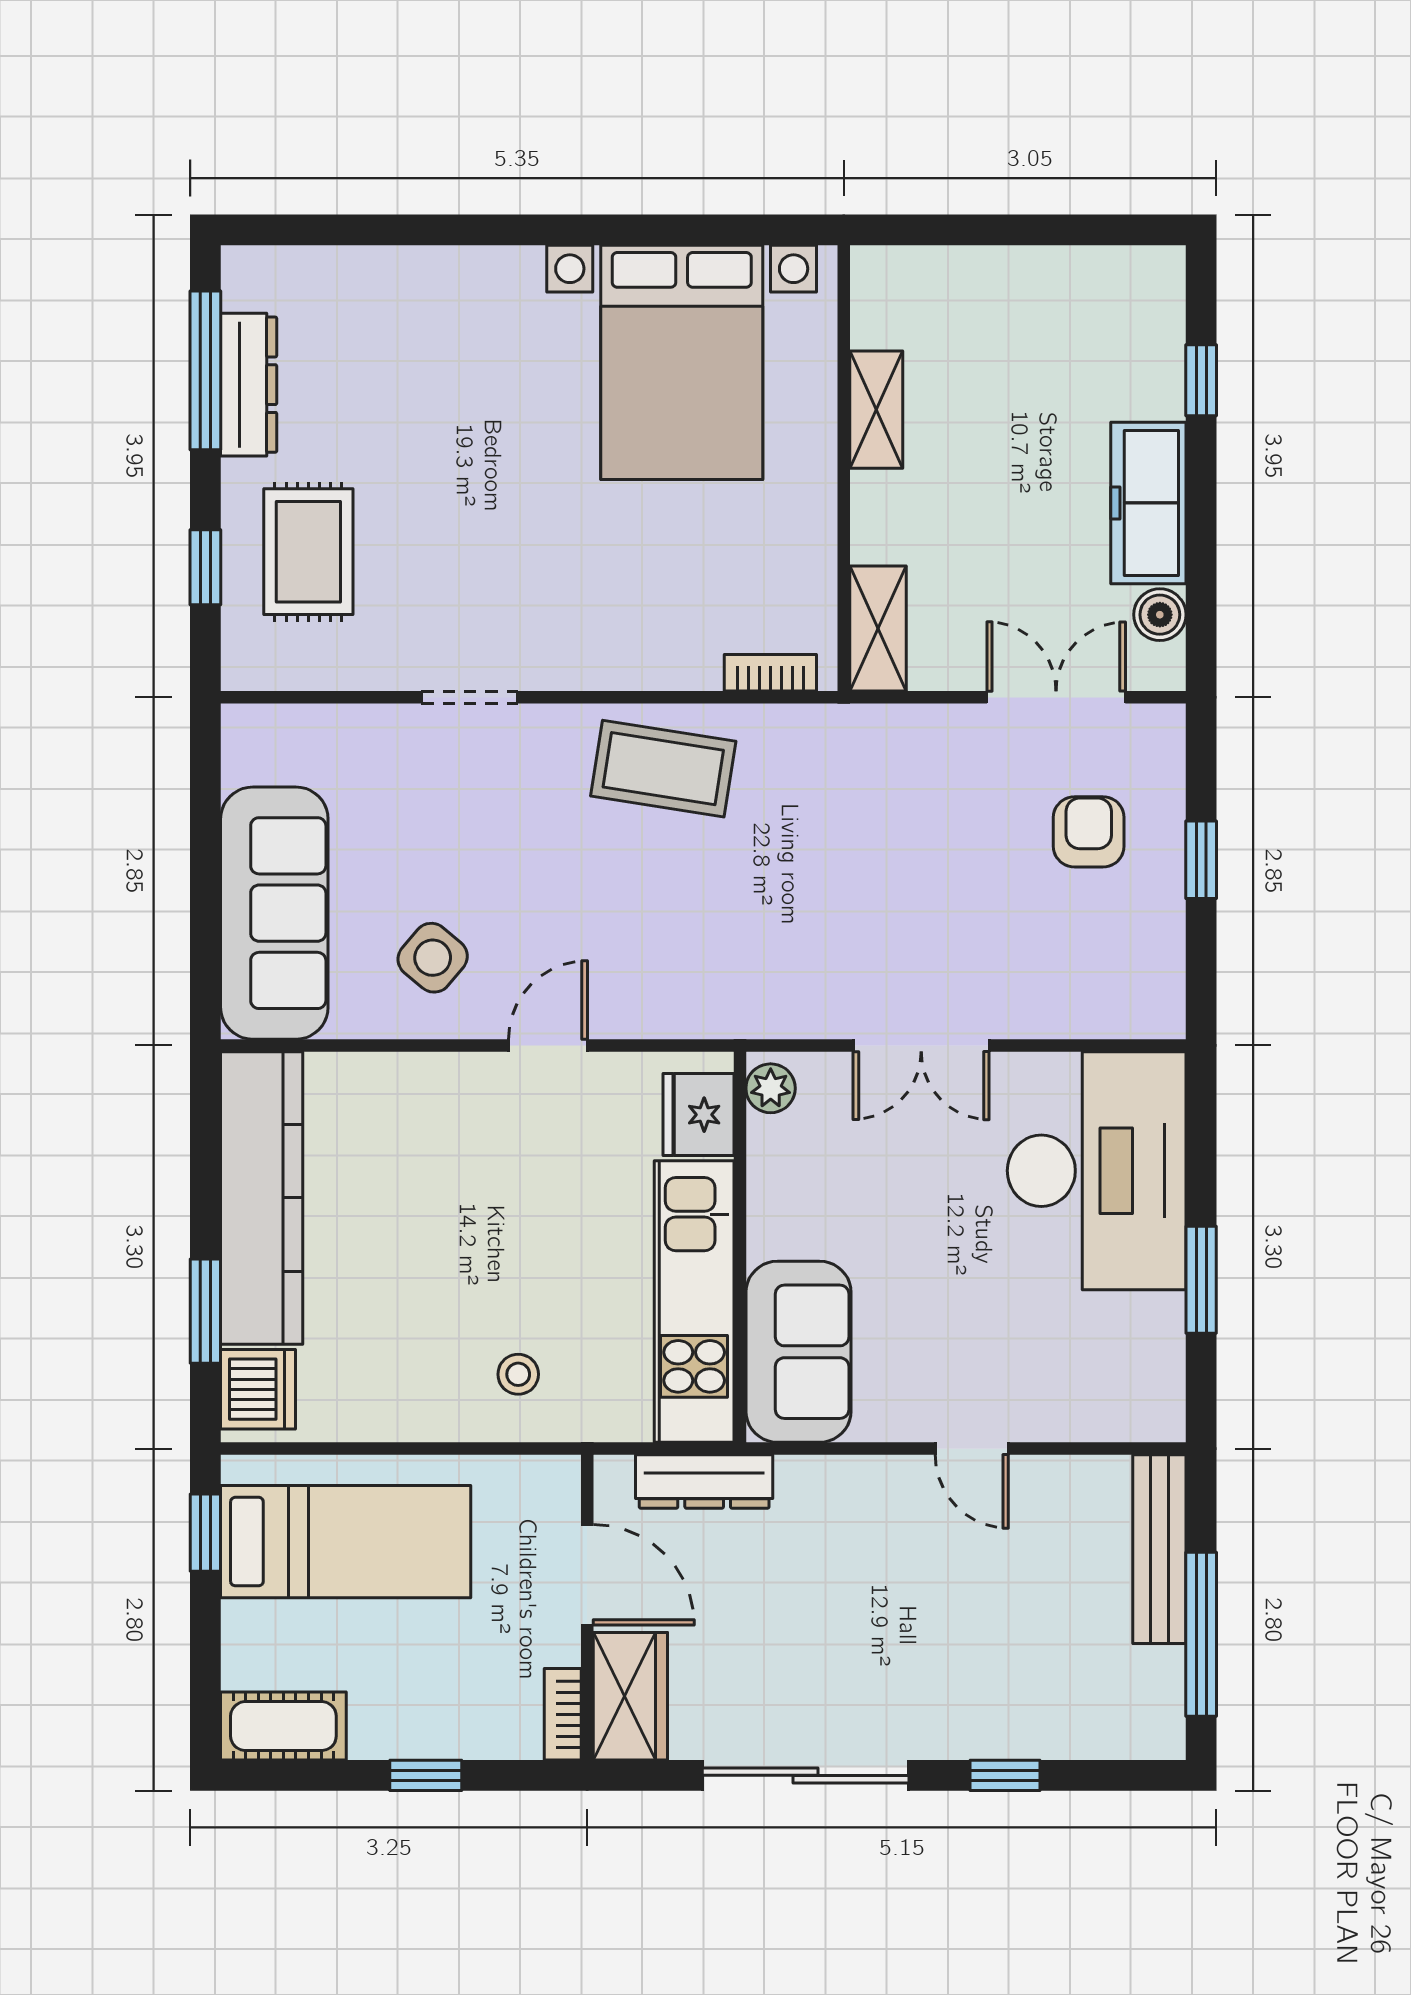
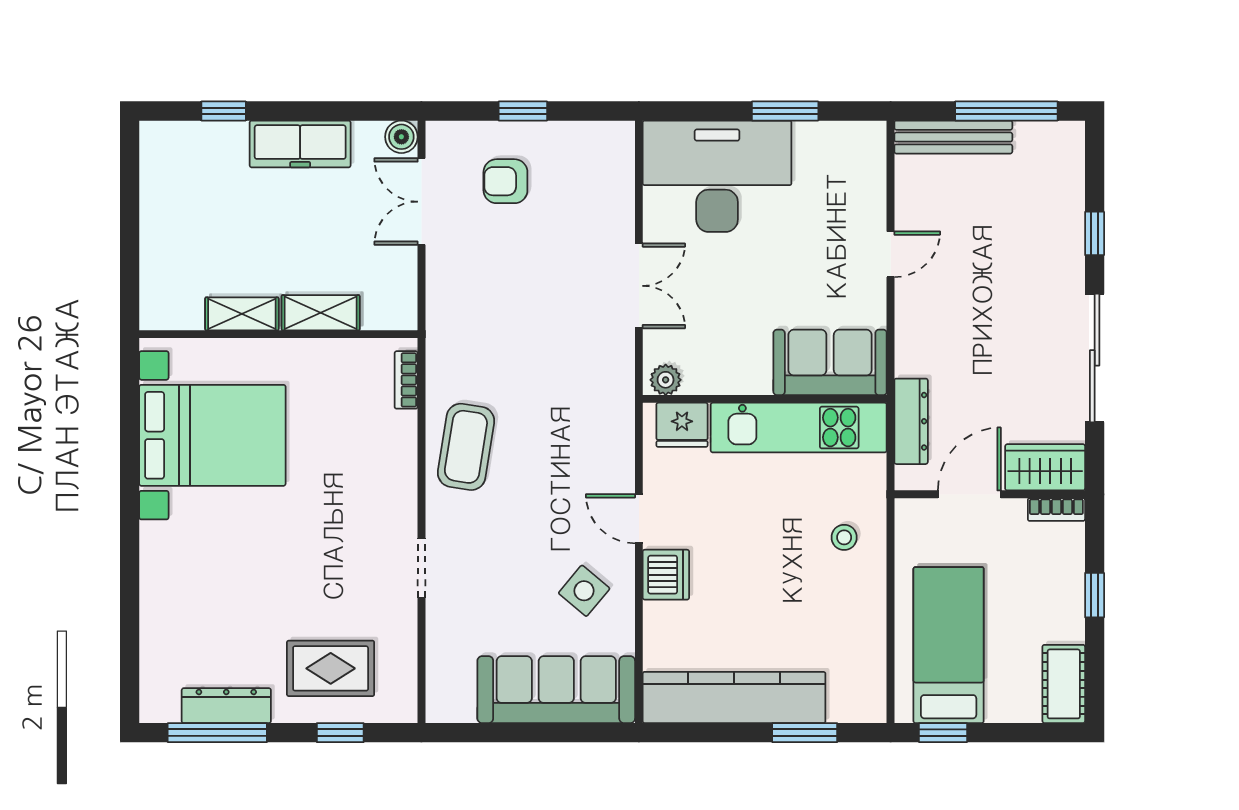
boiler: (1160, 615) -> (401, 137), moved
shelving: (878, 629) -> (321, 313), moved
dishwasher: (258, 1389) -> (666, 575), moved, turned 90

